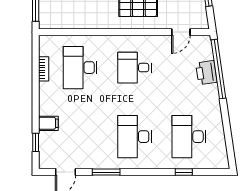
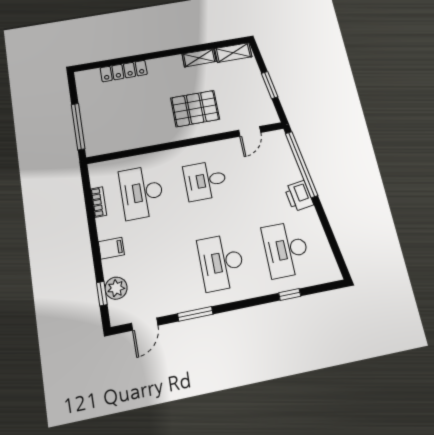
printer: (206, 73) -> (299, 196), moved
filing cabinet: (48, 123) -> (111, 248), moved
plant: (47, 140) -> (116, 288), added

